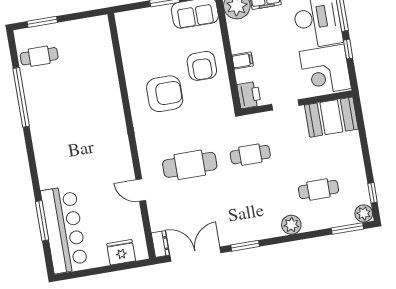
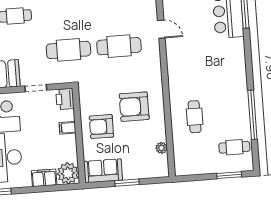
plant: (127, 47) -> (161, 148), added
armchair: (202, 66) -> (101, 127), turned -90
cafe table: (91, 88) -> (195, 117), added
cafe table: (250, 155) -> (68, 50), width x1.37, depth x1.35

